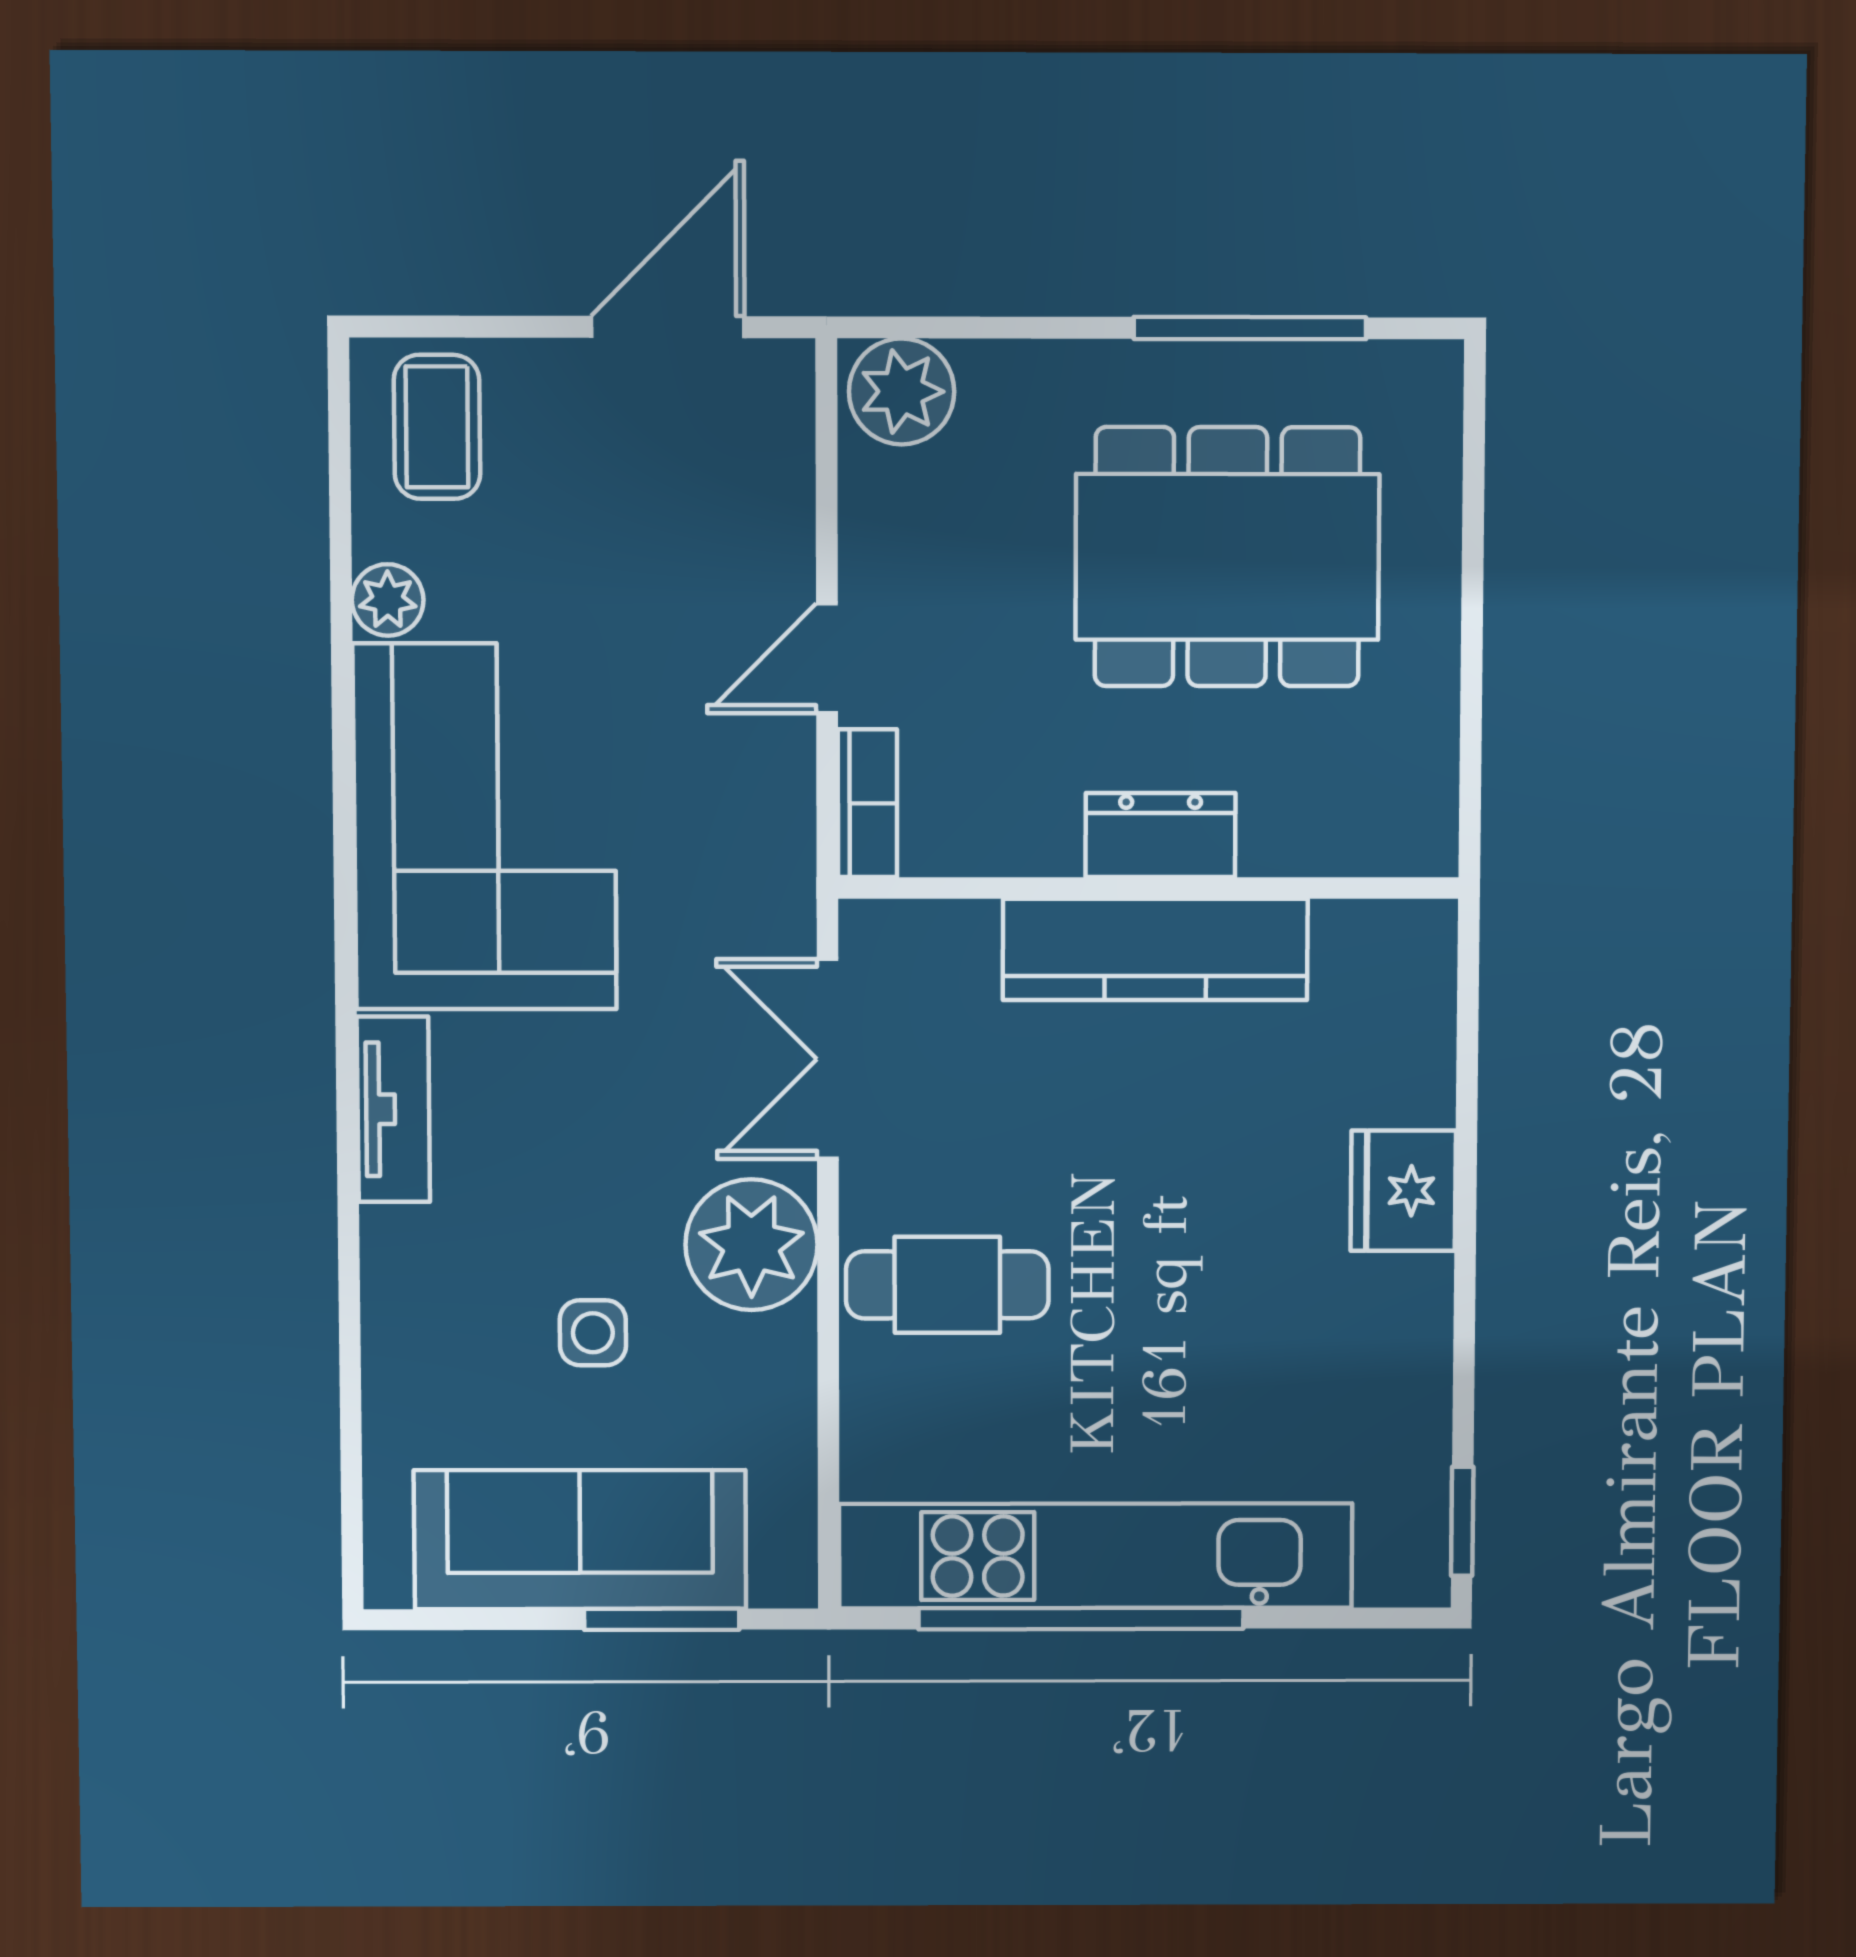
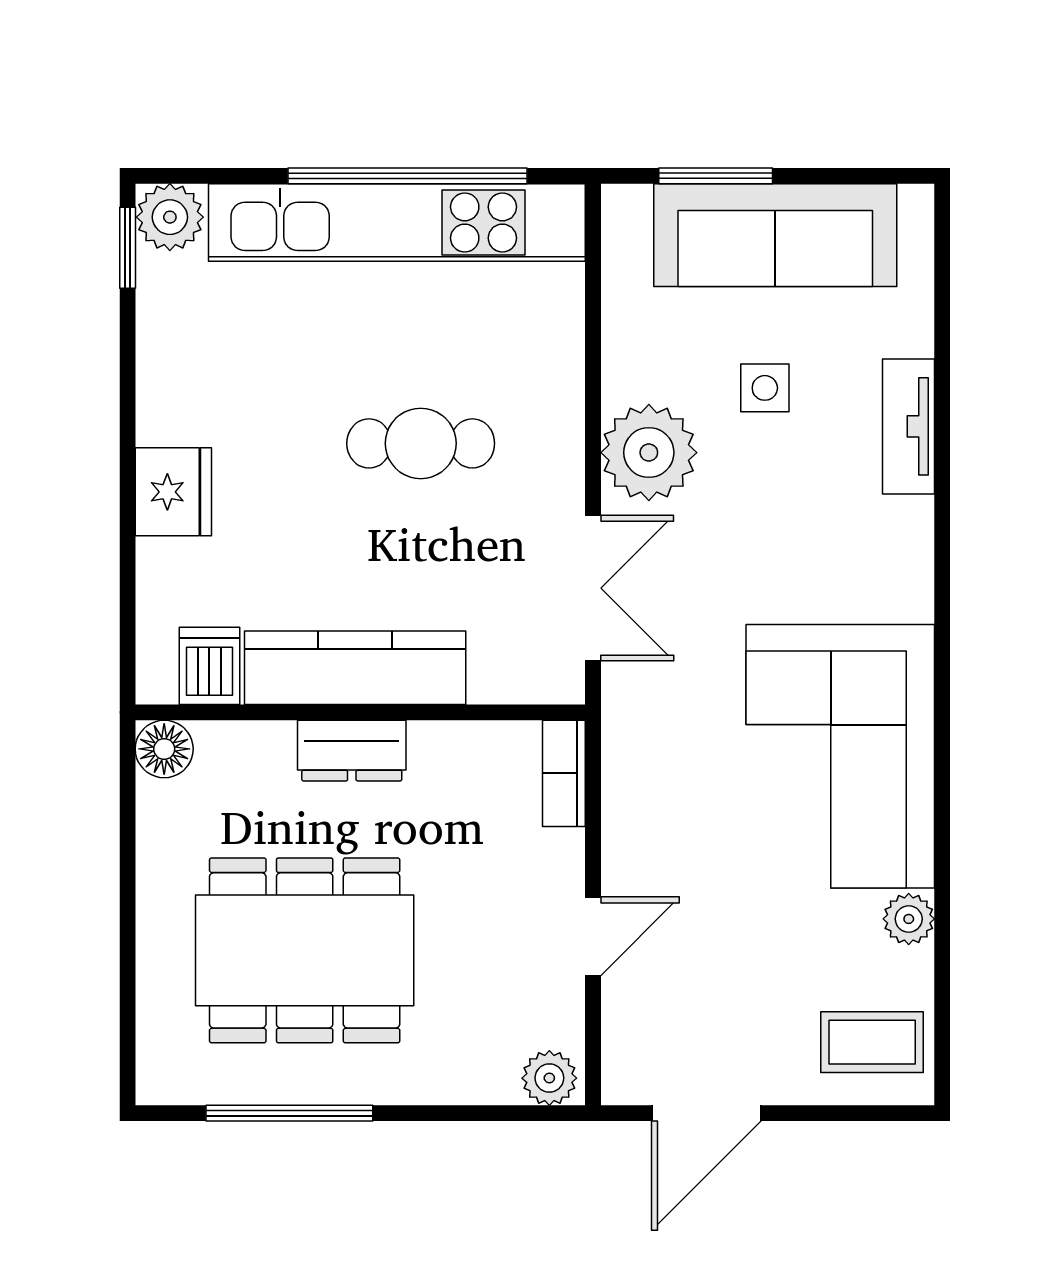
plant: (902, 391) -> (549, 1078), width x0.73, depth x0.73
coffee table: (437, 427) -> (872, 1042), turned 90
door: (827, 658) -> (593, 936), moved
floor lamp: (1419, 837) -> (164, 749), added
dishwasher: (1356, 952) -> (209, 666), added
tv unit: (393, 1109) -> (909, 426), moved
cafe table: (947, 1285) -> (421, 443), moved
plant: (1404, 1563) -> (170, 217), added

